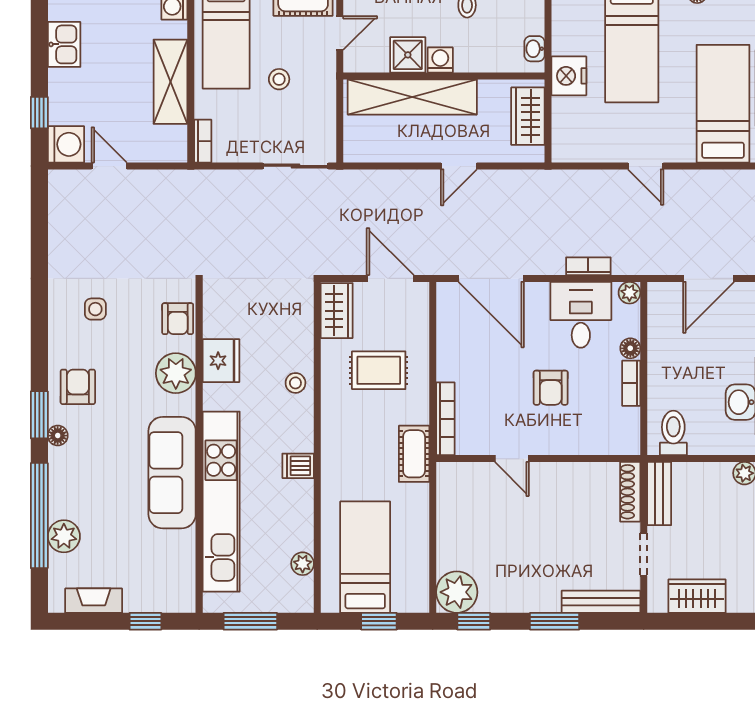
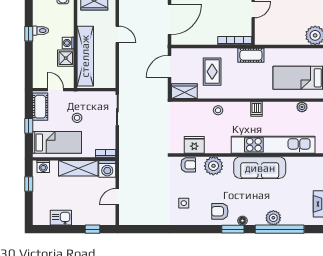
washing machine: (66, 144) -> (107, 169), moved, turned 180
fridge: (221, 361) -> (194, 145), moved
plant: (64, 536) -> (273, 218), moved

